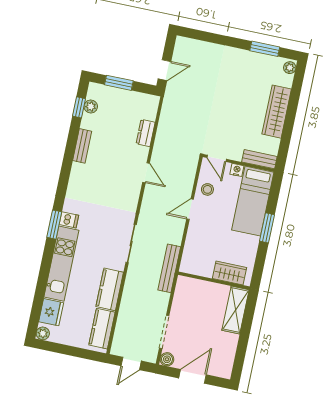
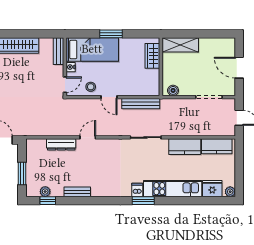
dresser: (146, 133) -> (61, 144), width x1.44
bench: (169, 268) -> (141, 104), moved
boiler: (167, 359) -> (173, 90), moved

